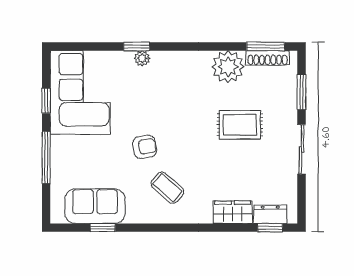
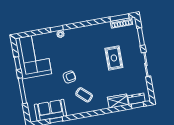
plant: (228, 67) -> (103, 31), removed
rug: (240, 125) -> (114, 58), turned 90

